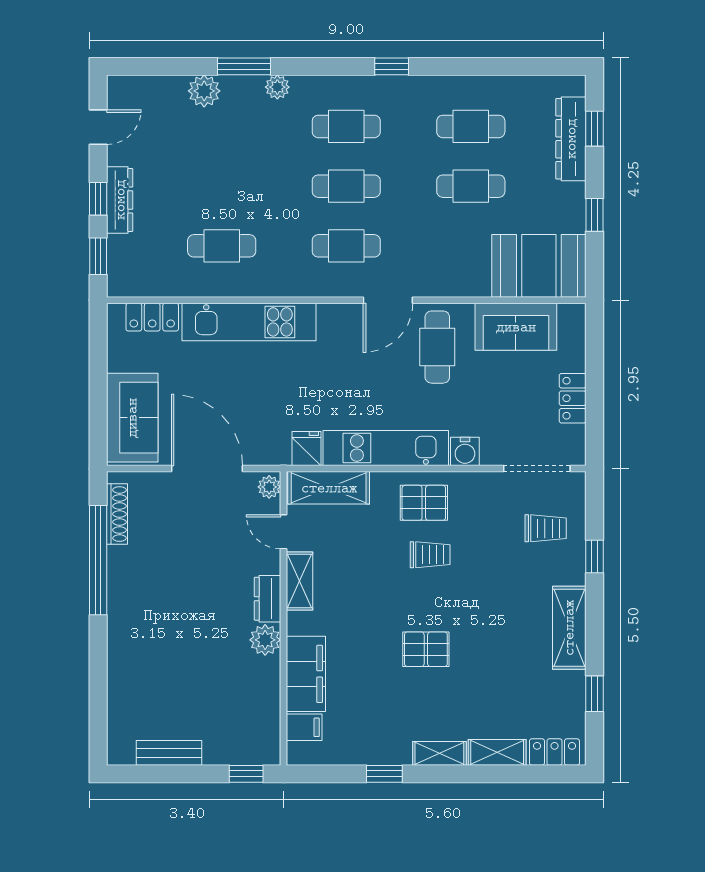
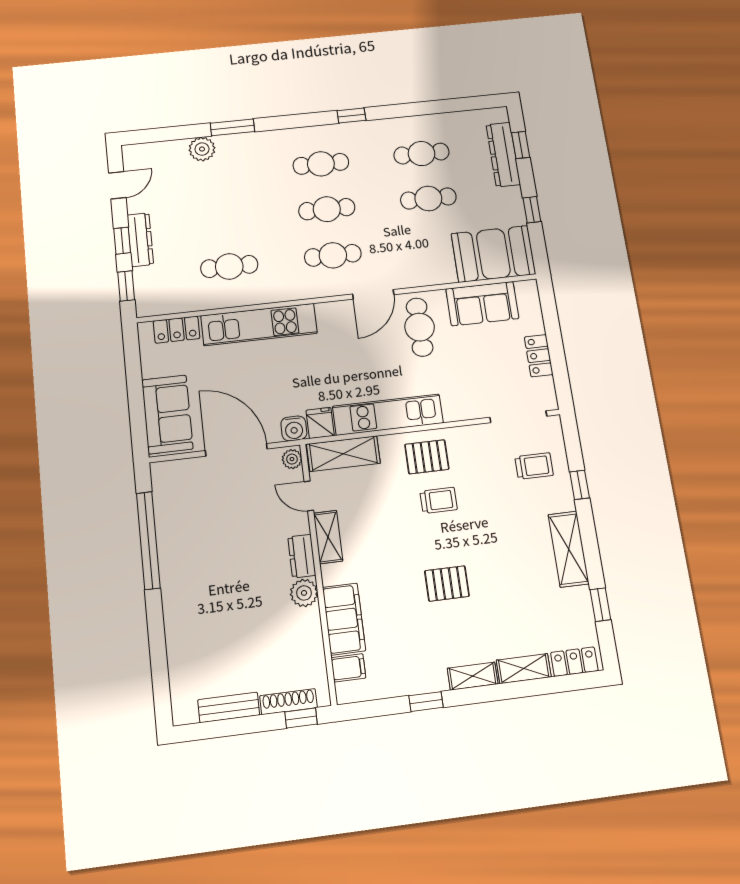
plant: (277, 87) -> (261, 140), removed
water cooler: (465, 451) -> (294, 428), moved
shoe rack: (117, 514) -> (288, 702), moved, turned -90

